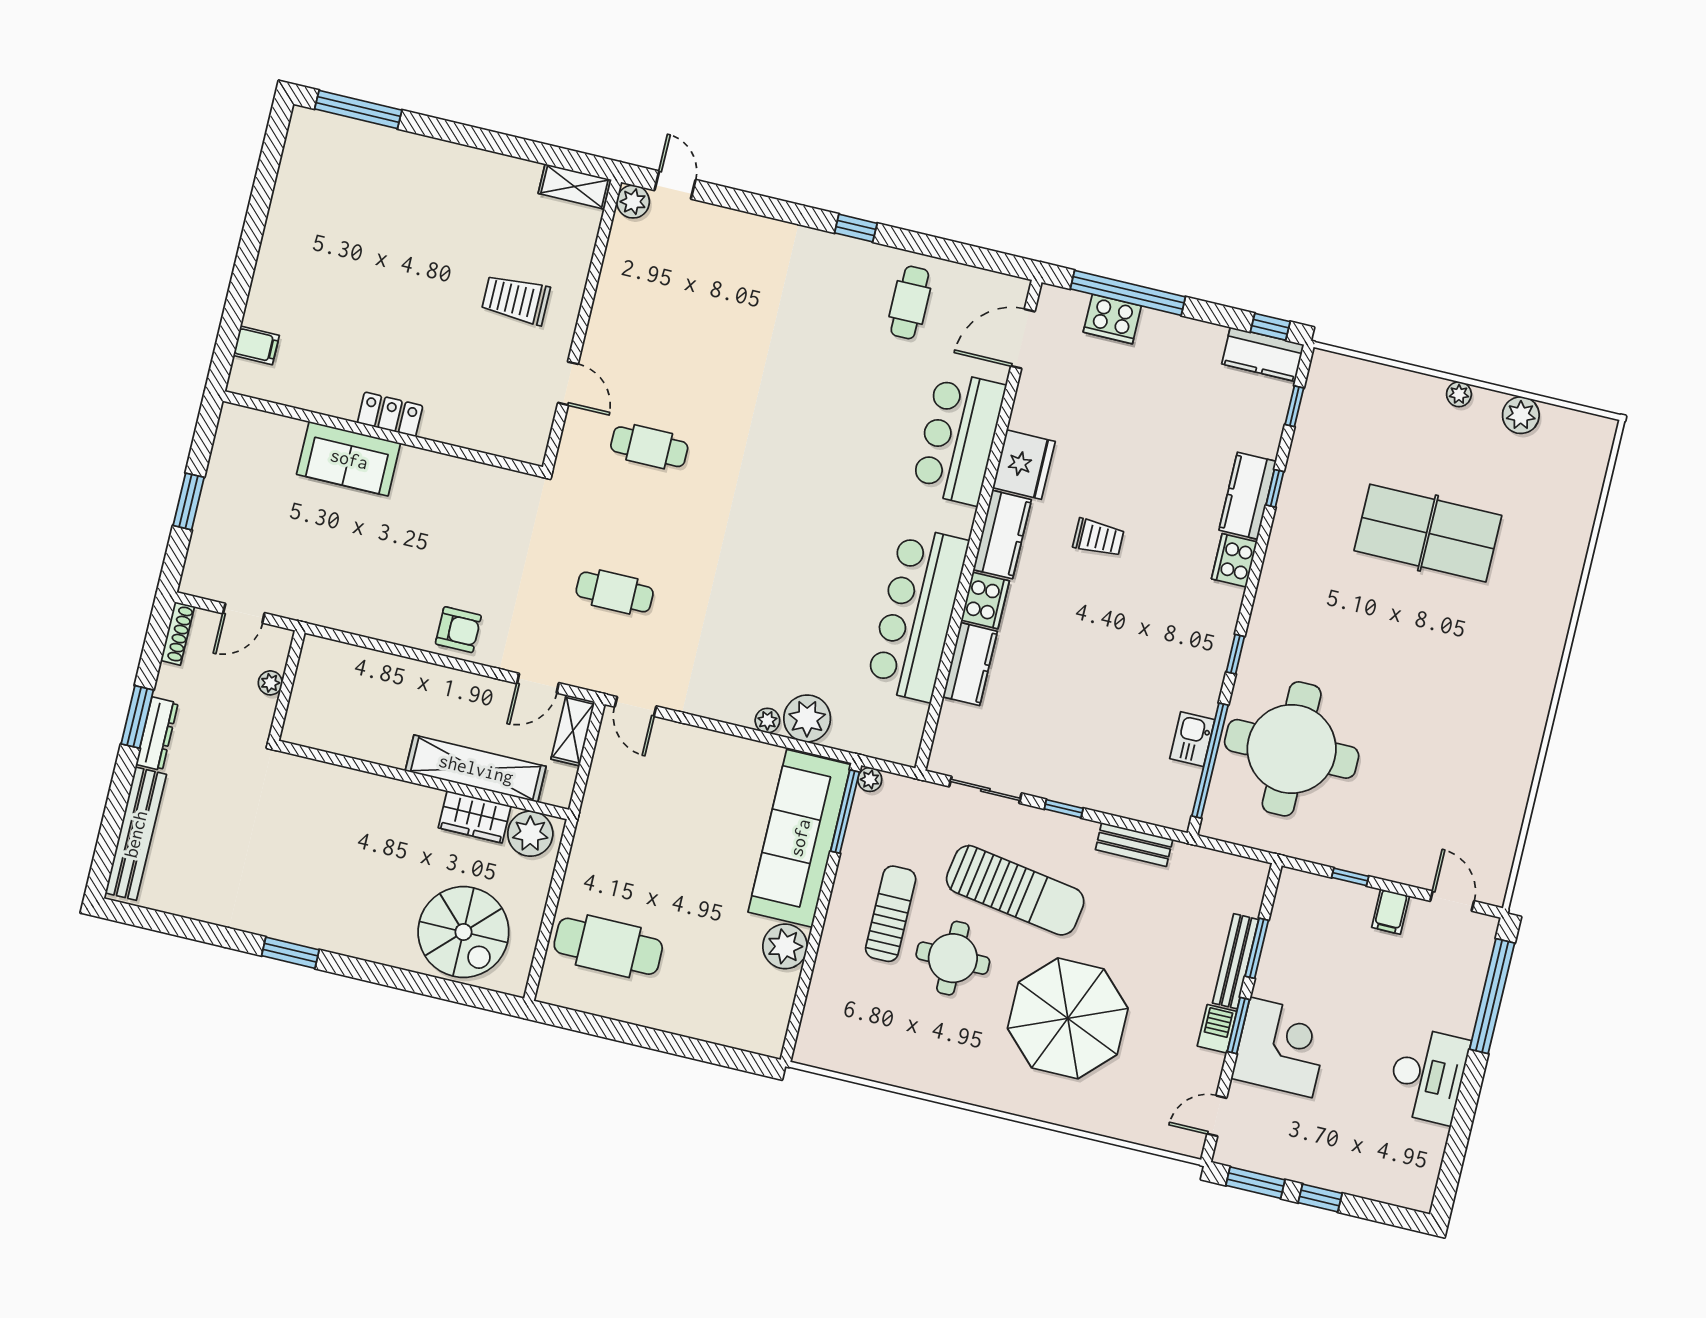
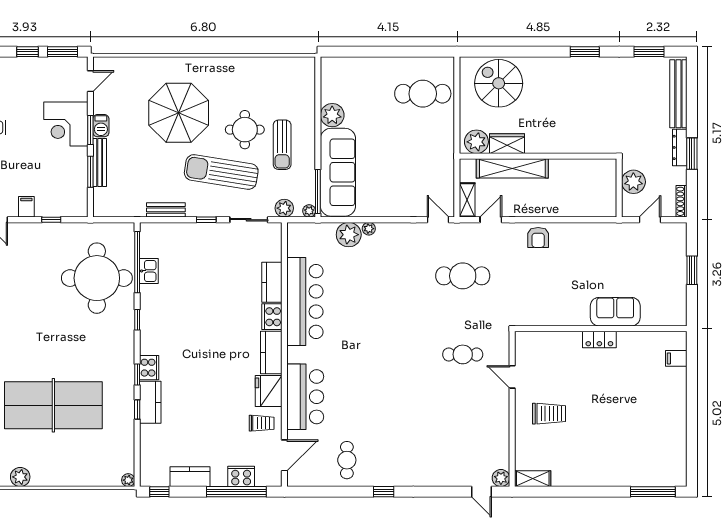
kitchen counter: (1263, 354) -> (190, 477), moved
plant: (1459, 394) -> (128, 480), moved
window: (1294, 406) -> (137, 375), moved
table tennis table: (1428, 533) -> (53, 405), width x1.36, depth x1.32
trolley: (1098, 538) -> (262, 423), moved, turned 180
cafe table: (615, 592) -> (463, 276), width x1.37, depth x1.35
armchair: (458, 630) -> (538, 237), turned -90
plant: (270, 683) -> (633, 182), width x1.87, depth x1.87
plant: (915, 796) -> (284, 208), added
window: (171, 924) -> (649, 52), added

